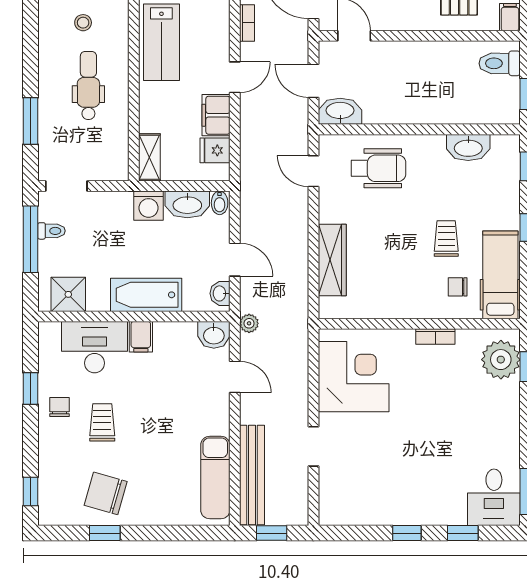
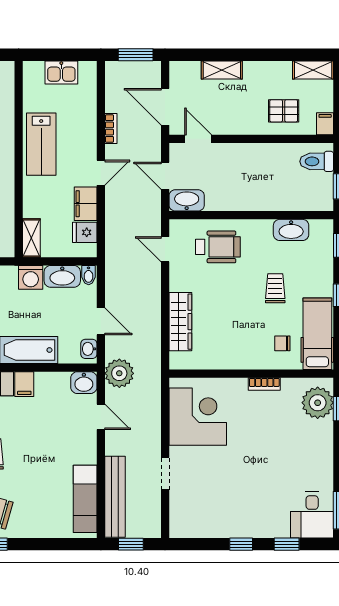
trolley: (446, 239) -> (275, 288), moved
plant: (249, 323) -> (119, 373), width x1.87, depth x1.87

